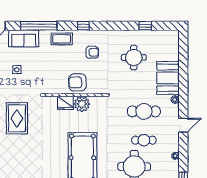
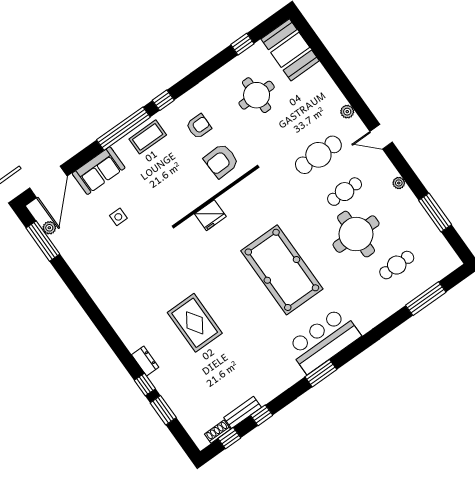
window: (39, 26) -> (123, 129), moved
booth: (168, 78) -> (290, 50), moved
armchair: (77, 82) -> (221, 161), moved
plant: (82, 104) -> (232, 202), removed
rug: (17, 118) -> (195, 323), moved
door: (183, 125) -> (381, 137), swing flipped

